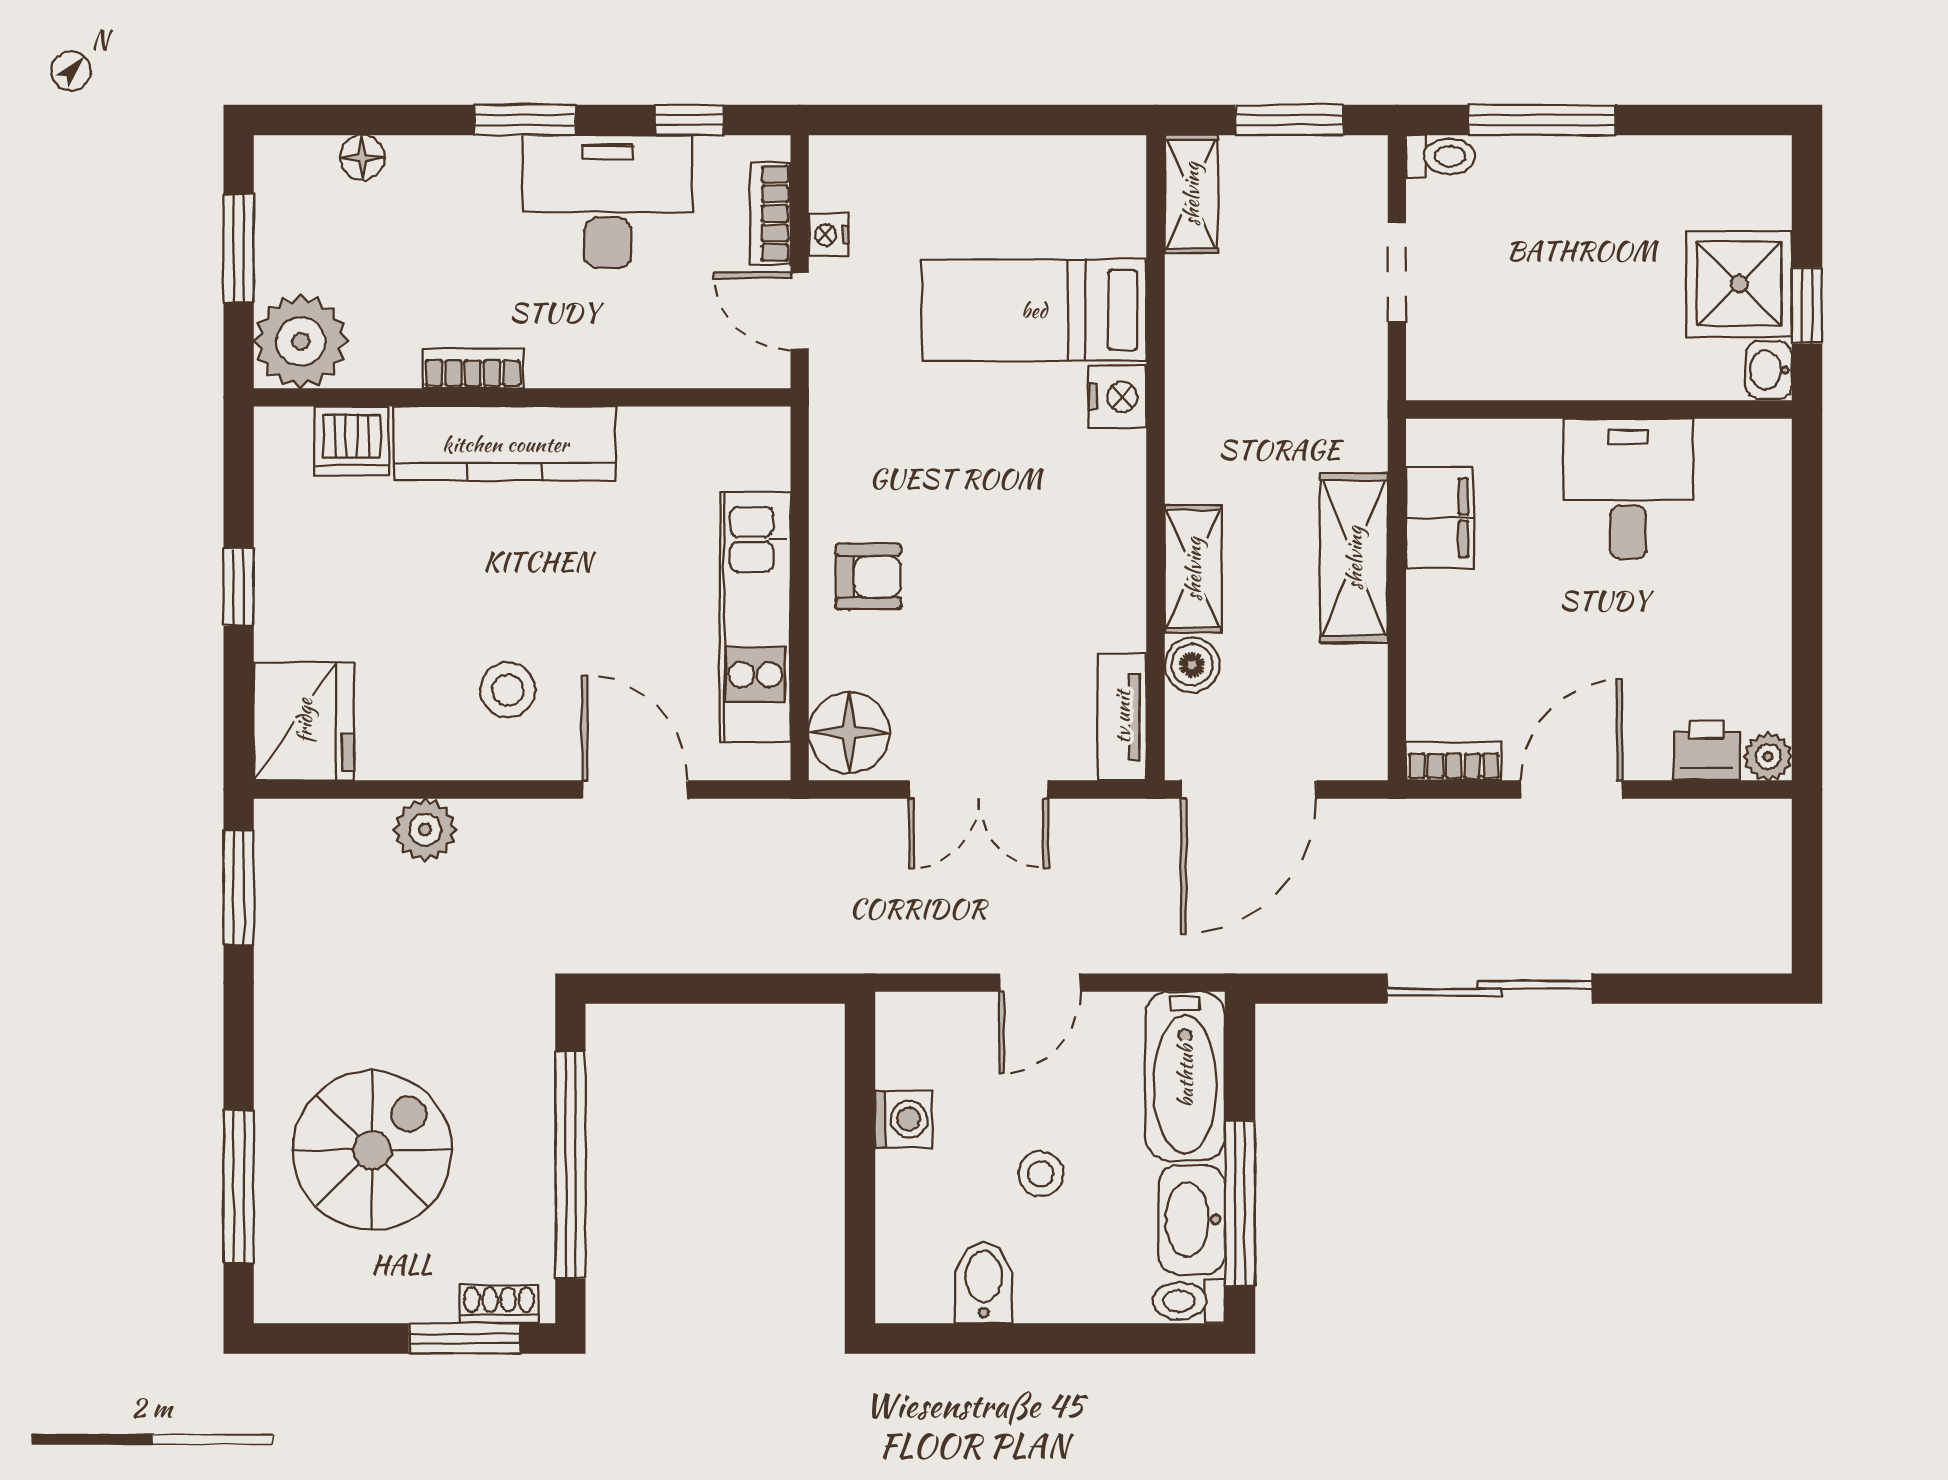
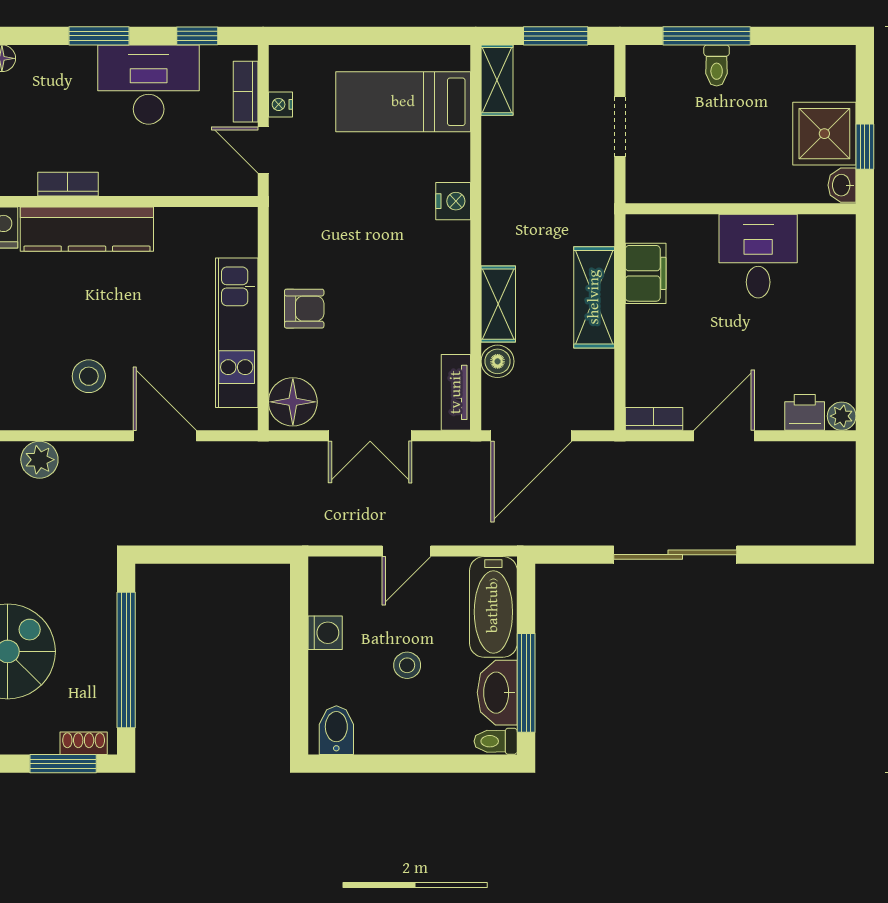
toilet: (1440, 156) -> (717, 65), moved, turned 90
bed: (1034, 310) -> (403, 102), moved
bidet: (984, 1282) -> (336, 730), moved

